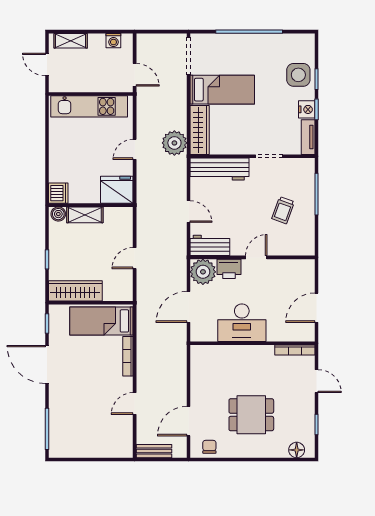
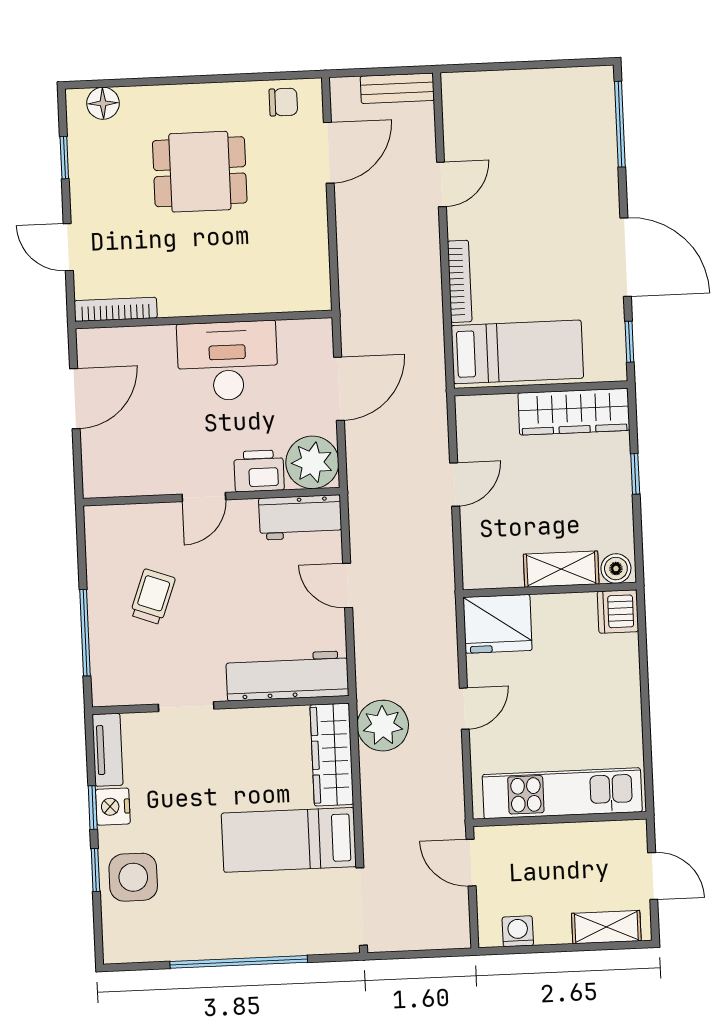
chair: (209, 447) -> (283, 102), turned -90

